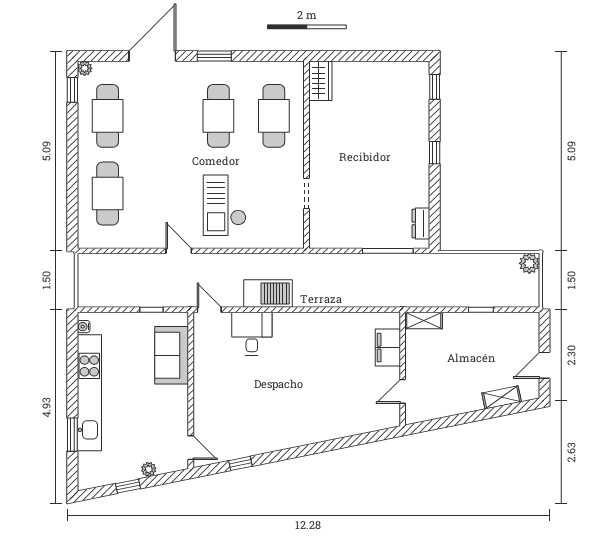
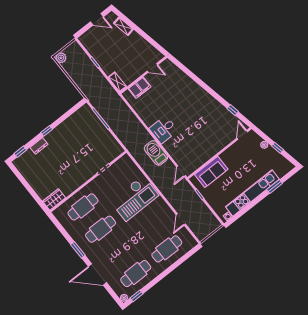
checkout: (225, 205) -> (134, 198), width x1.36, depth x1.21
dresser: (421, 223) -> (39, 146), moved
door: (179, 251) -> (181, 219), moved
desk: (252, 334) -> (164, 129), moved

